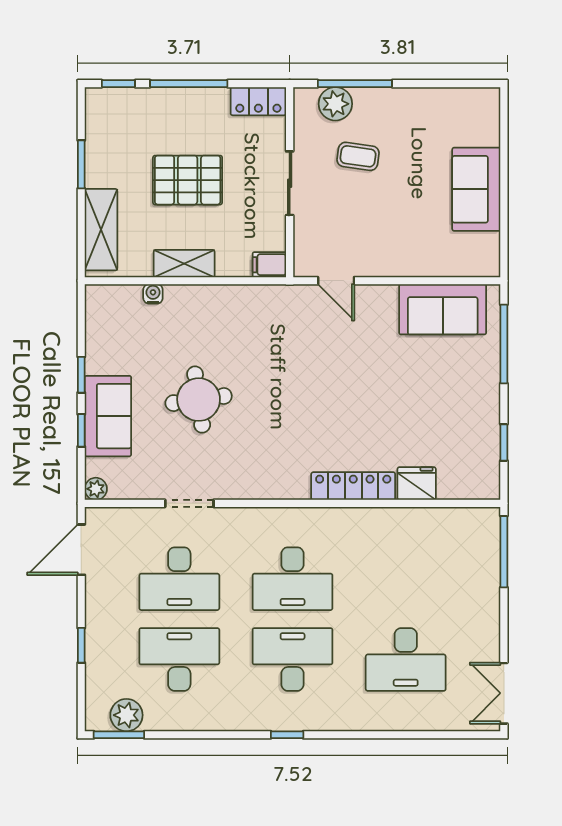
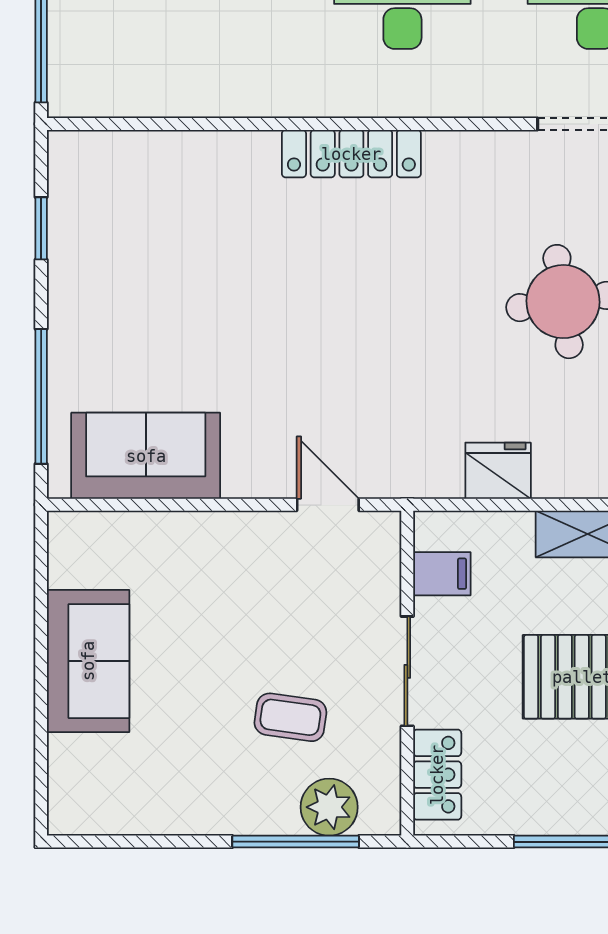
locker: (258, 101) -> (437, 775), moved, turned 90
filing cabinet: (269, 265) -> (442, 574), moved
fridge: (417, 484) -> (498, 471), moved, turned 180
locker: (353, 486) -> (351, 154), moved

